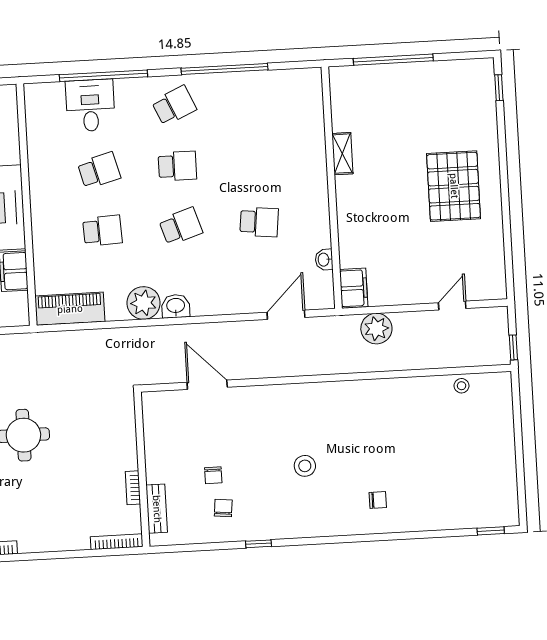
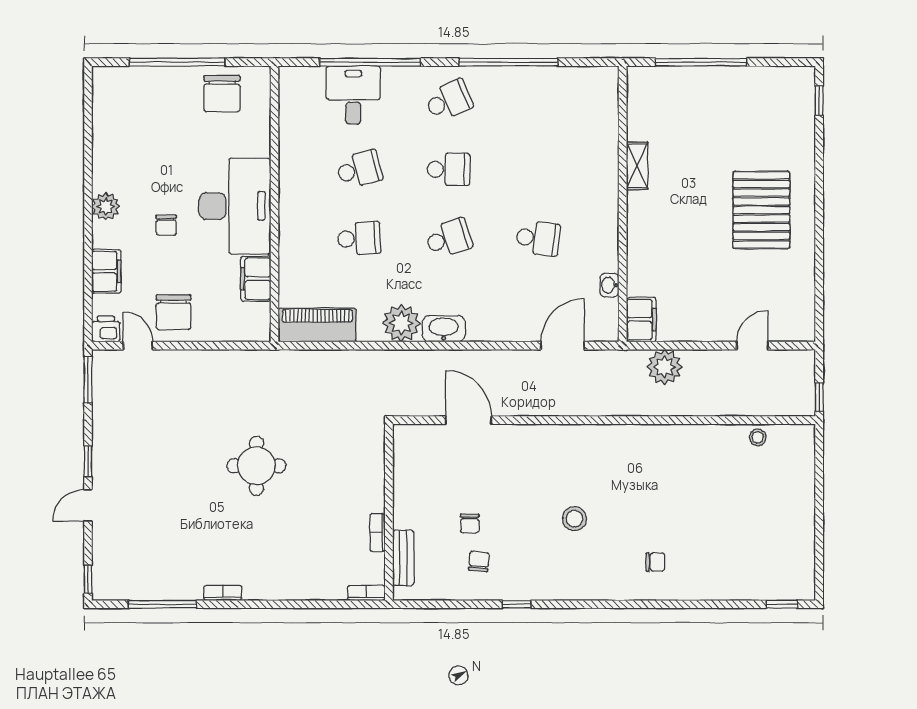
washbasin: (176, 306) -> (444, 329), width x1.38
bookcase: (117, 542) -> (366, 593), width x0.64

